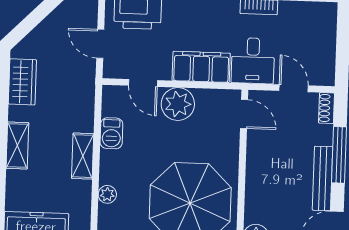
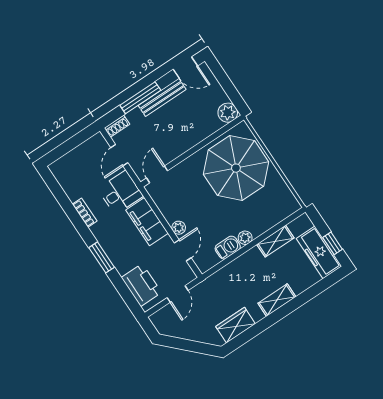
plant: (178, 104) -> (179, 228), width x0.53, depth x0.53
shelving: (83, 156) -> (275, 241), moved
plant: (107, 194) -> (245, 238), moved

